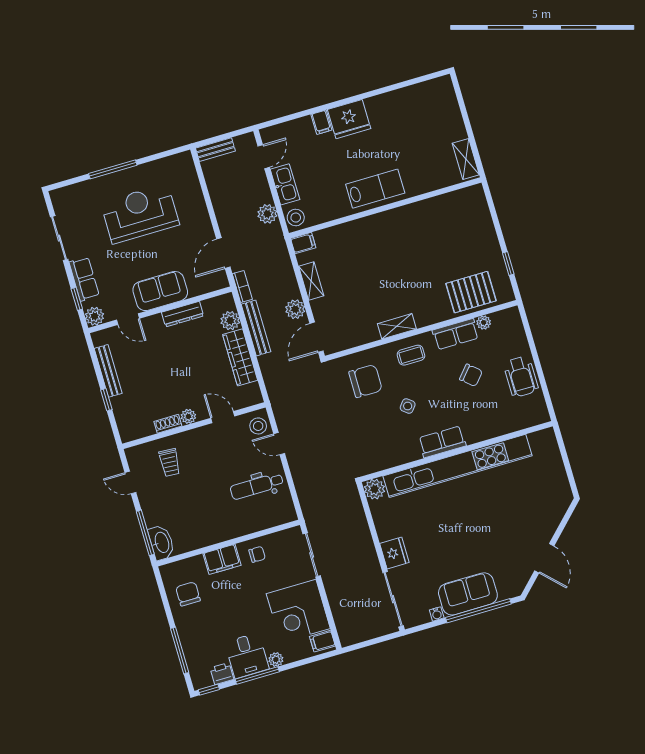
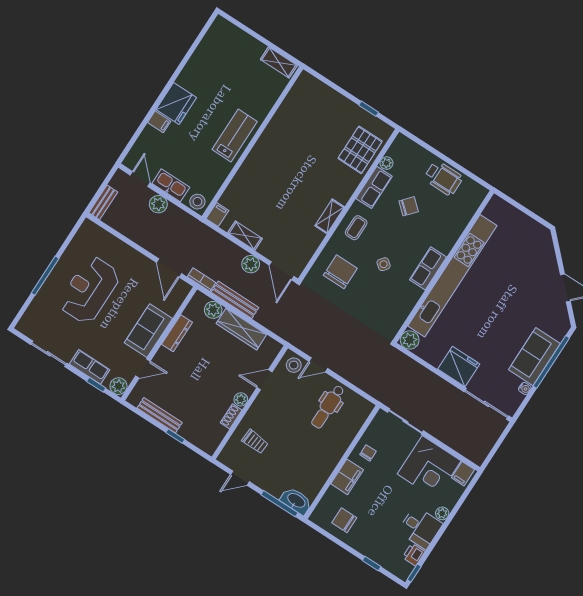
plant: (267, 214) -> (158, 204), moved
fridge: (394, 553) -> (459, 366), width x1.36, depth x1.34
window: (180, 650) -> (372, 564), width x0.46
window: (257, 675) -> (439, 535), removed

